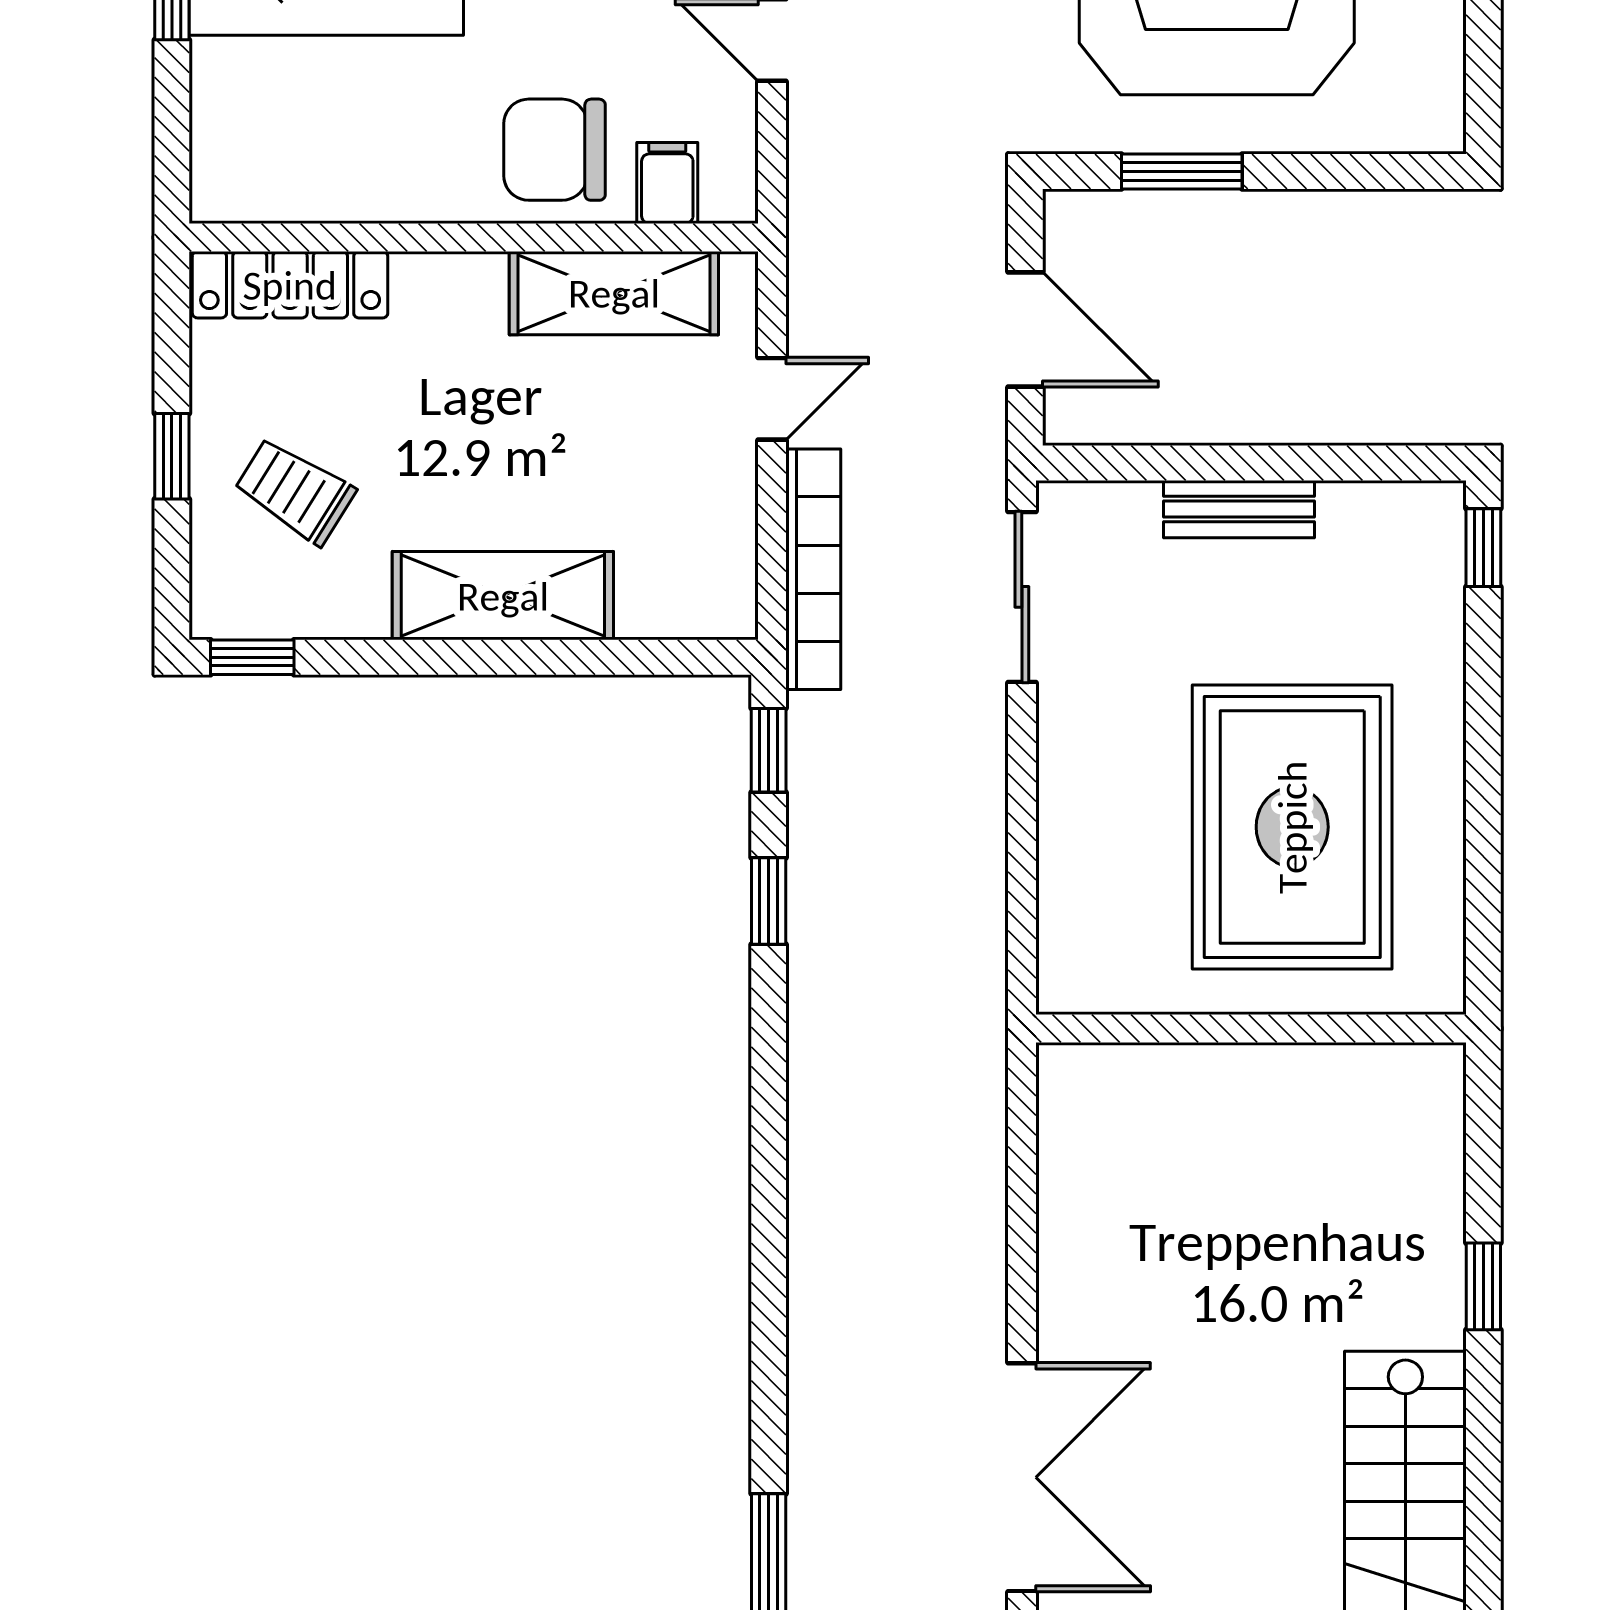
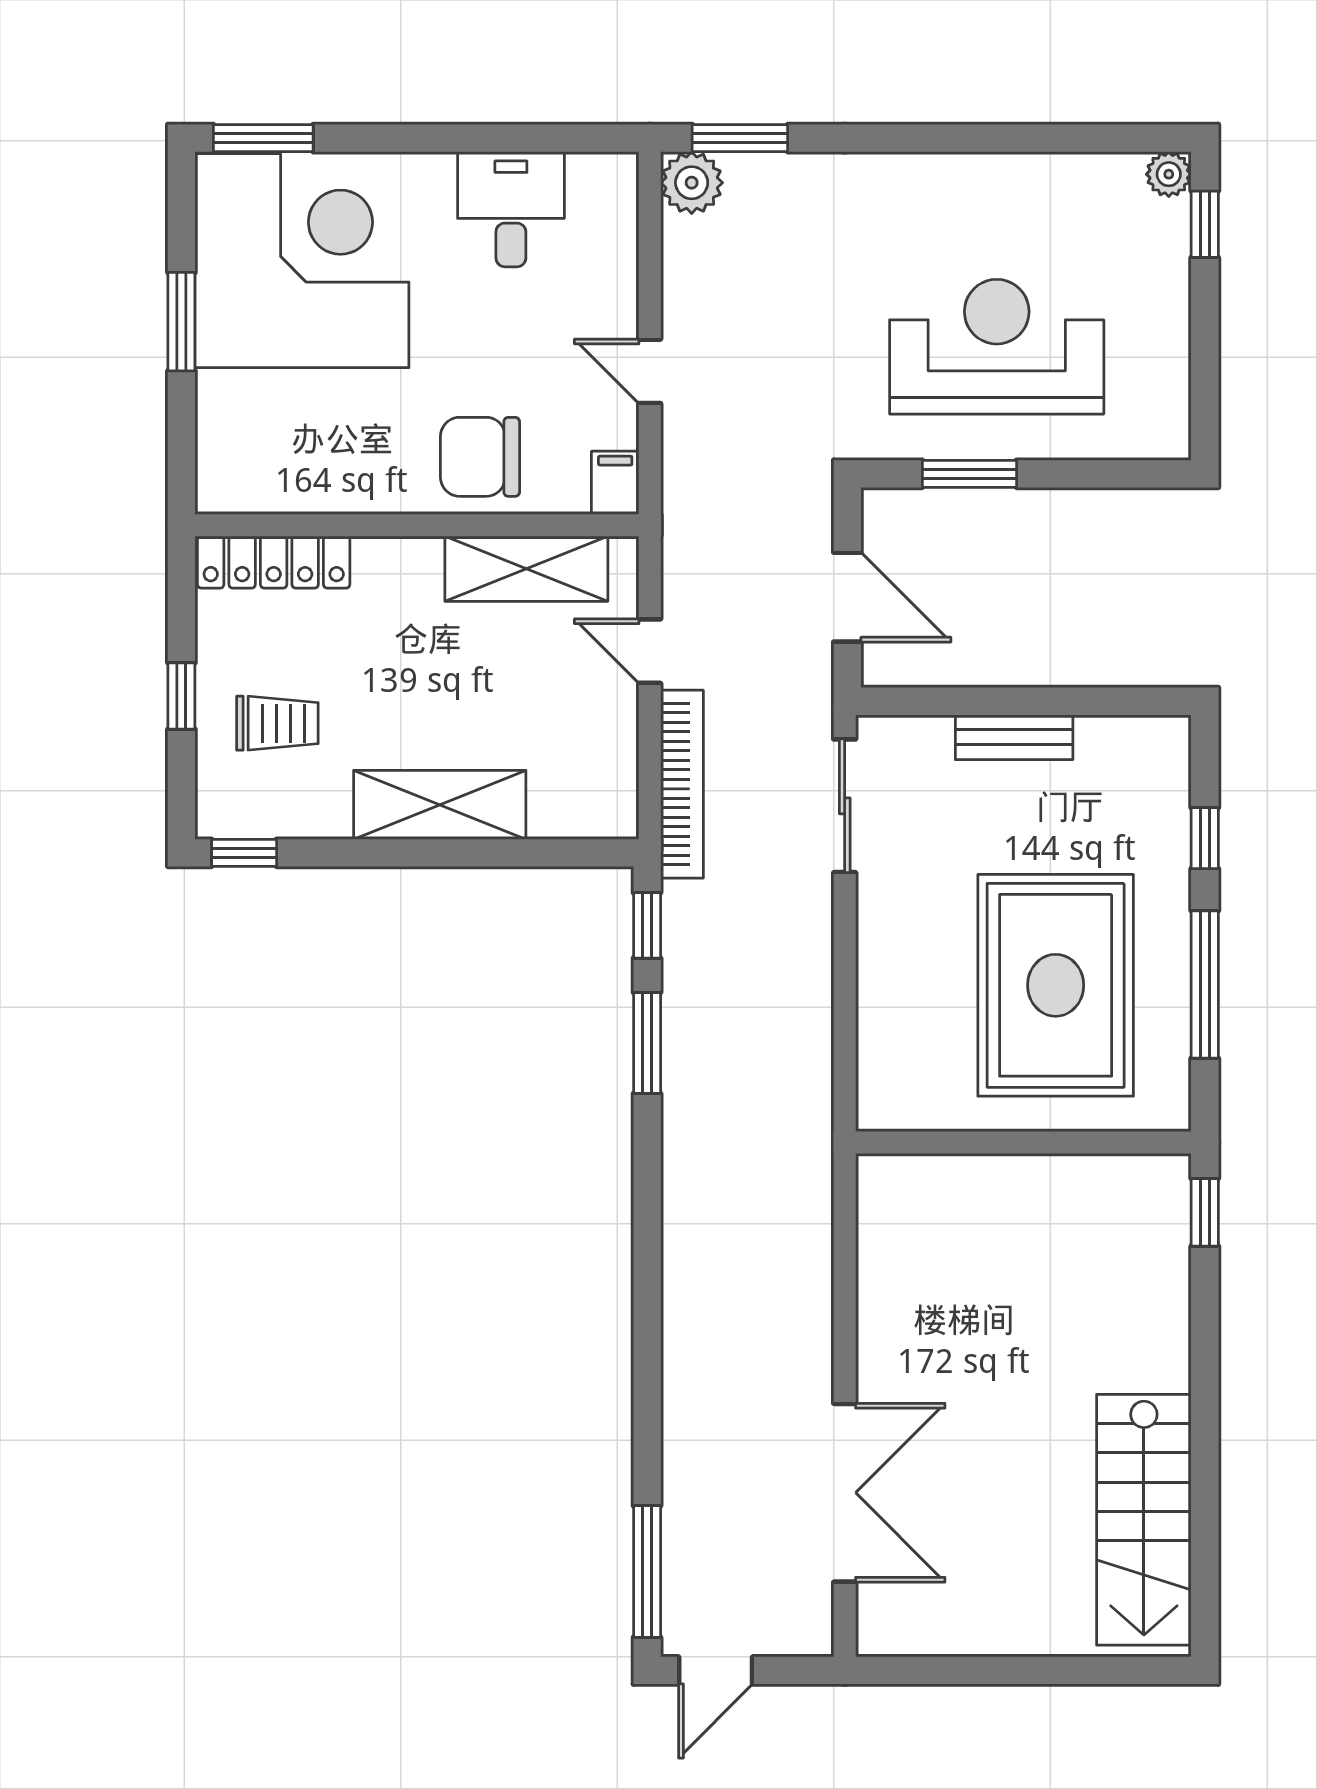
filing cabinet: (667, 183) -> (615, 483), moved
door: (772, 399) -> (650, 651), swing flipped
trolley: (295, 491) -> (277, 723), turned 148
window: (1483, 548) -> (1205, 838), moved
window: (1483, 826) -> (1205, 985), added
window: (769, 901) -> (647, 1043), width x1.50
window: (1483, 1286) -> (1205, 1212), moved

